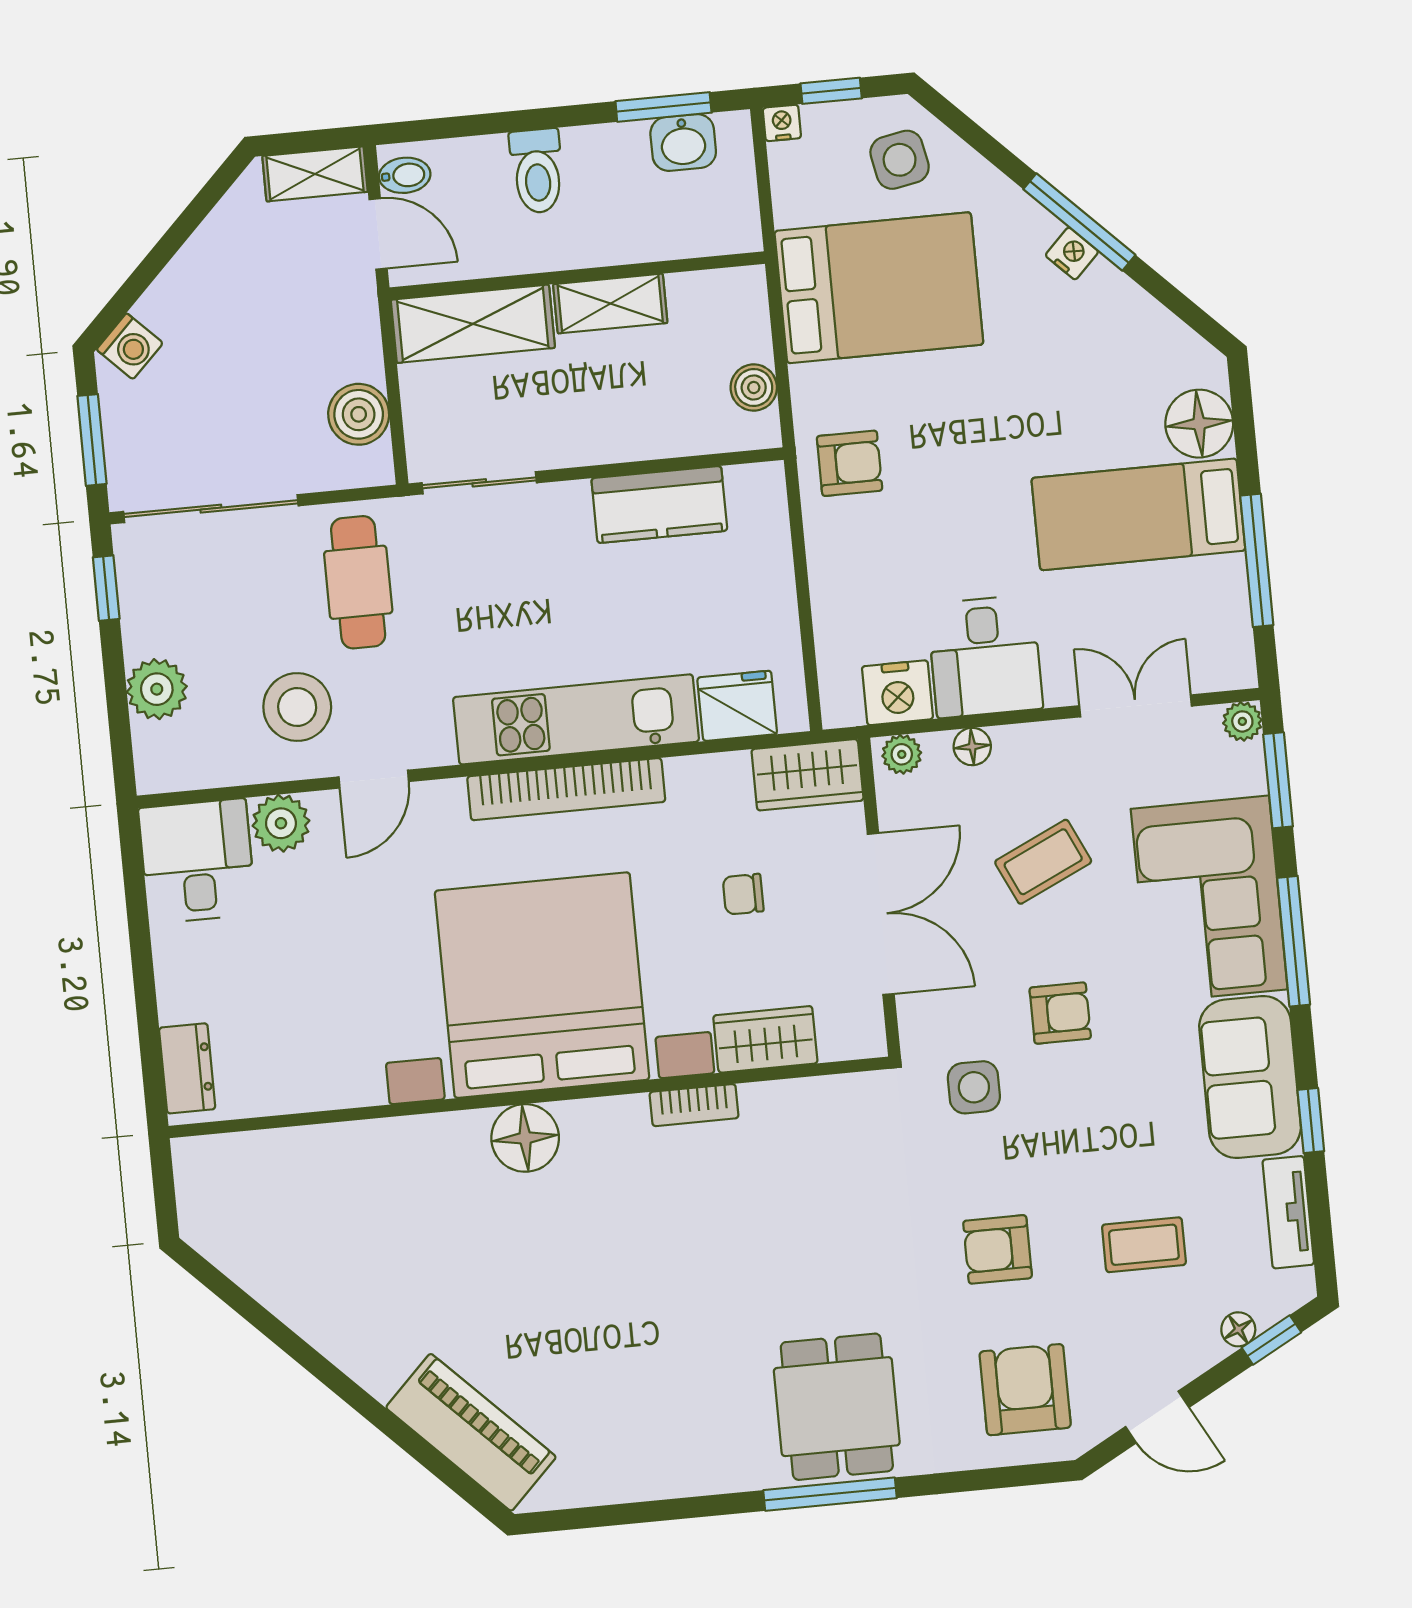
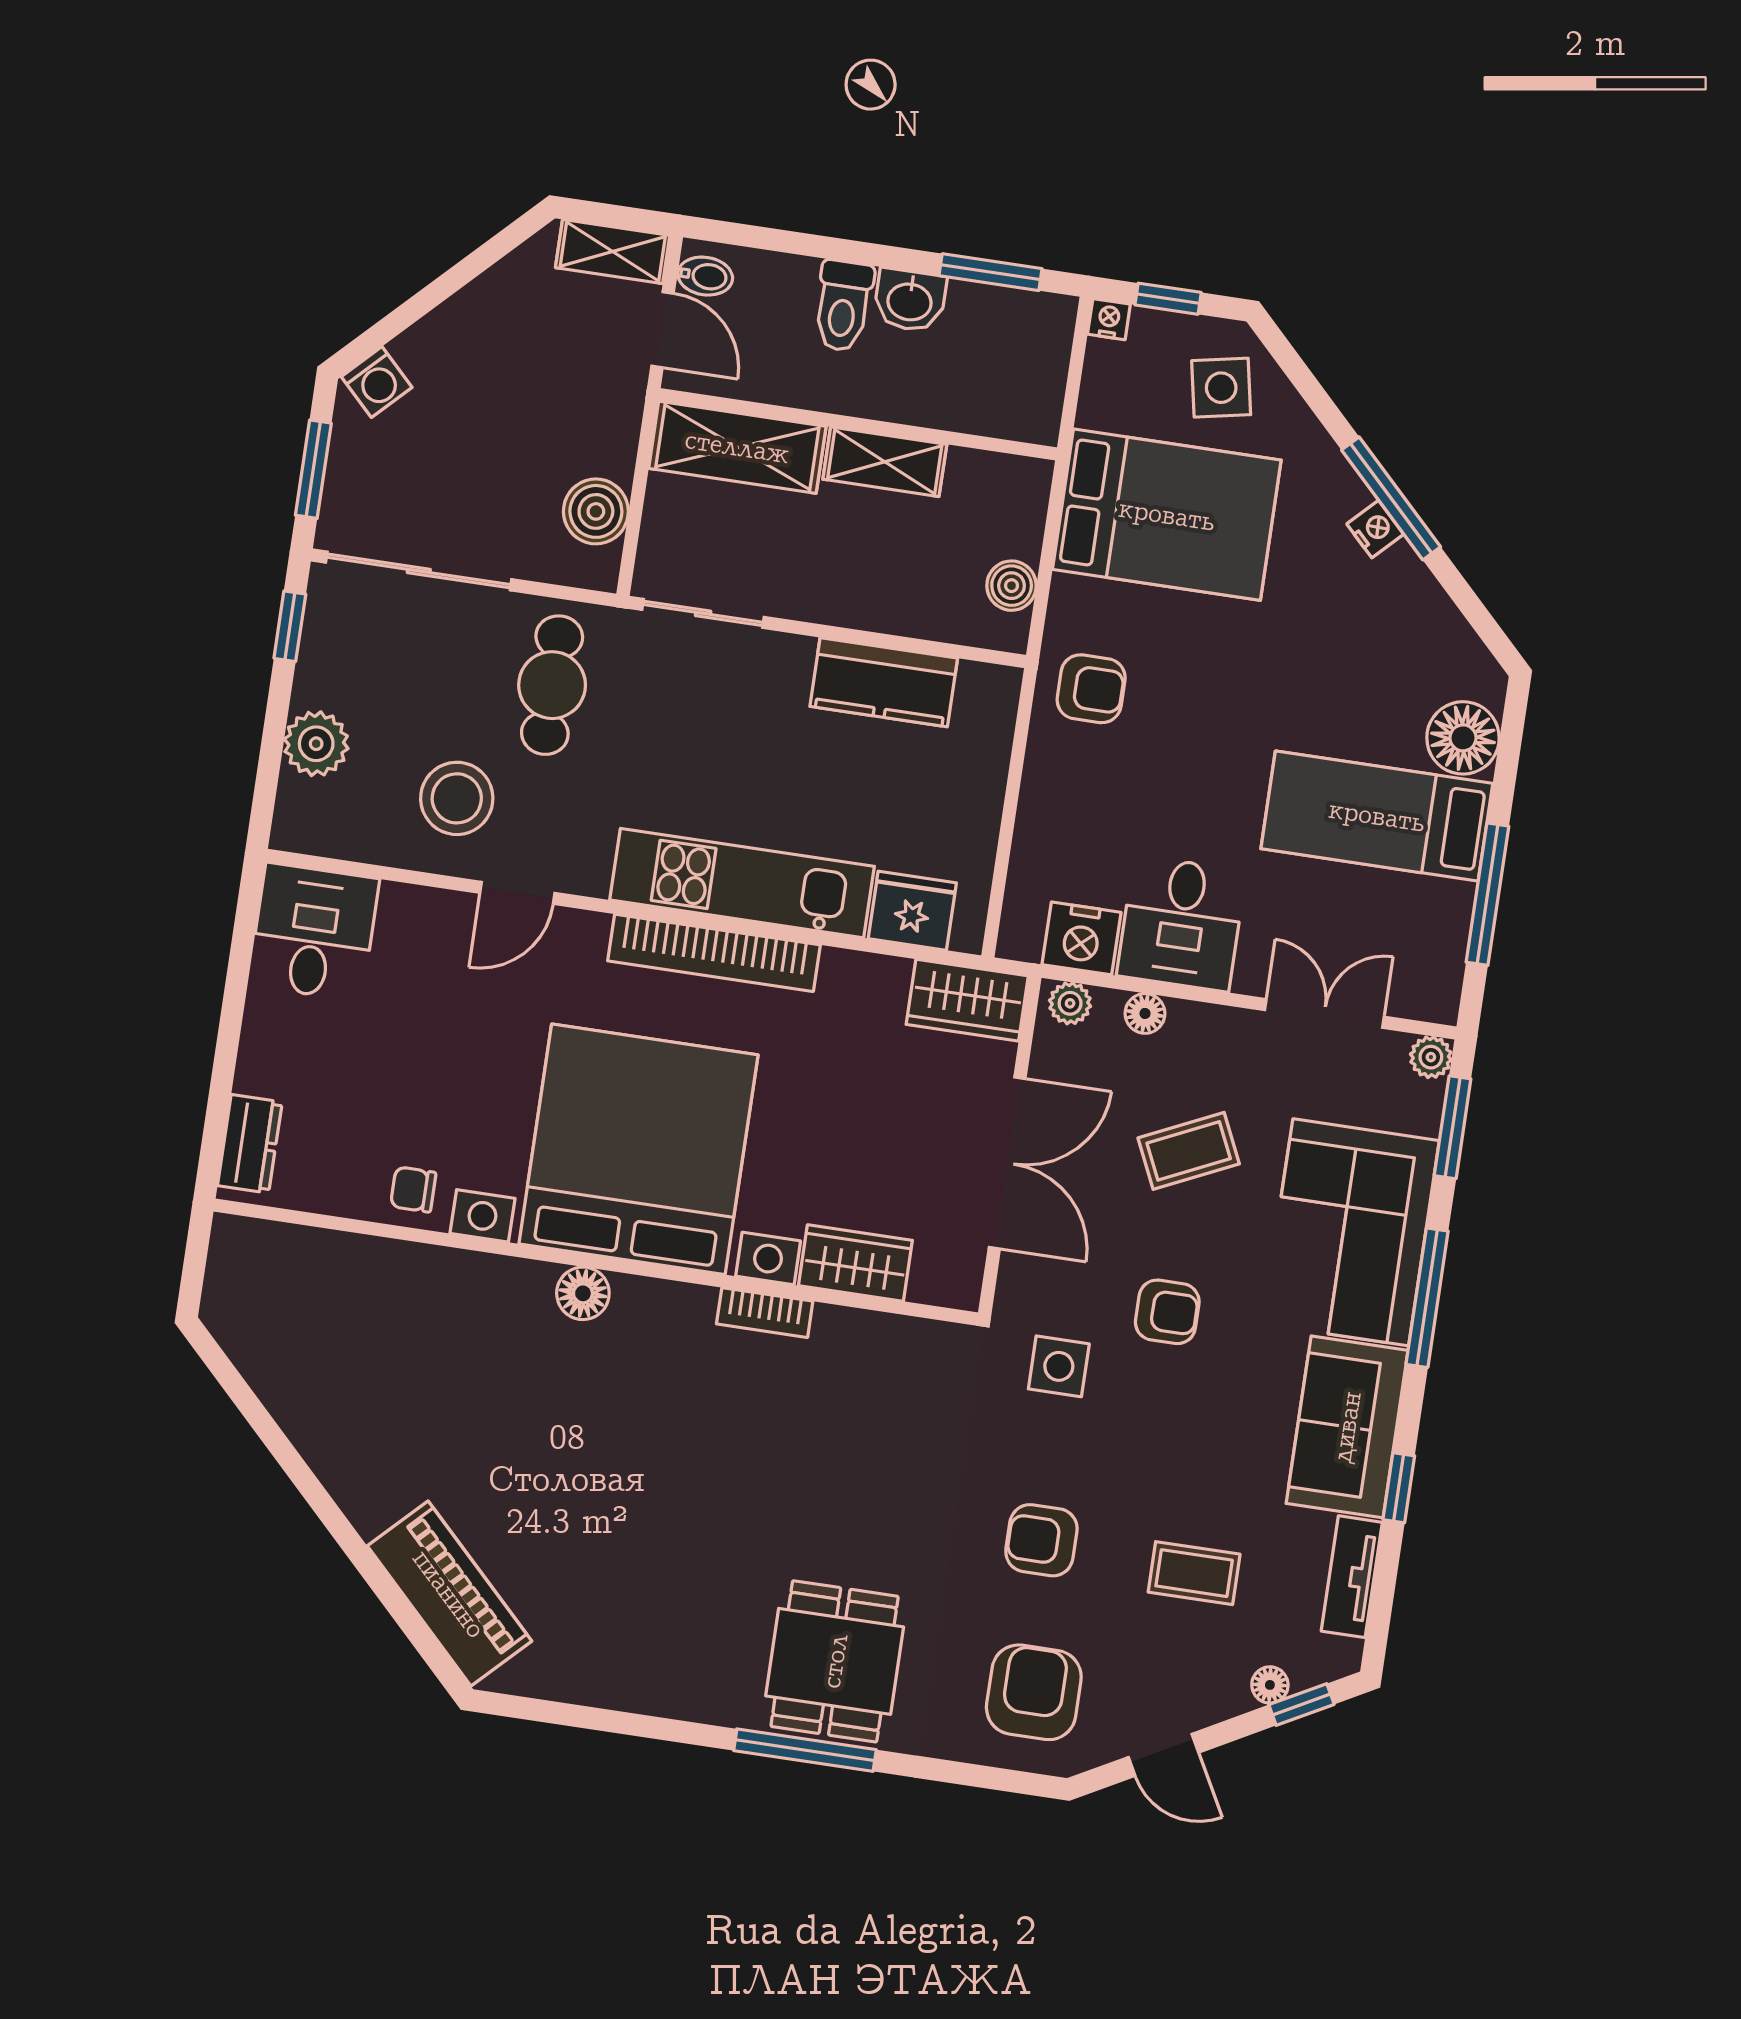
washbasin: (683, 143) -> (910, 300), moved
plant: (281, 823) -> (410, 914), removed
chair: (743, 894) -> (413, 1189), moved
floor lamp: (525, 1138) -> (583, 1293), width x0.73, depth x0.73

